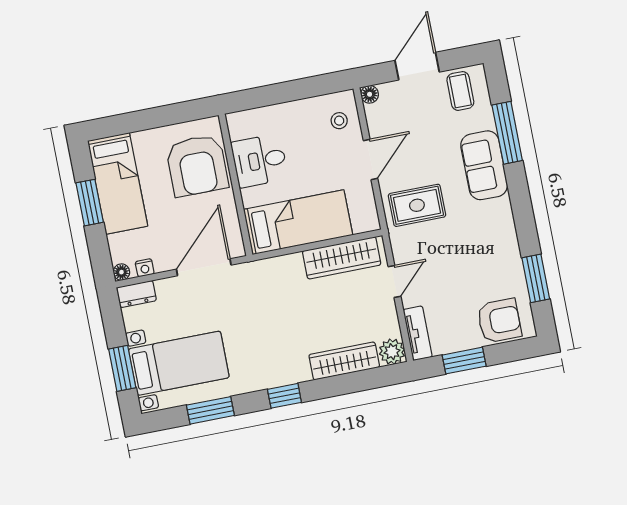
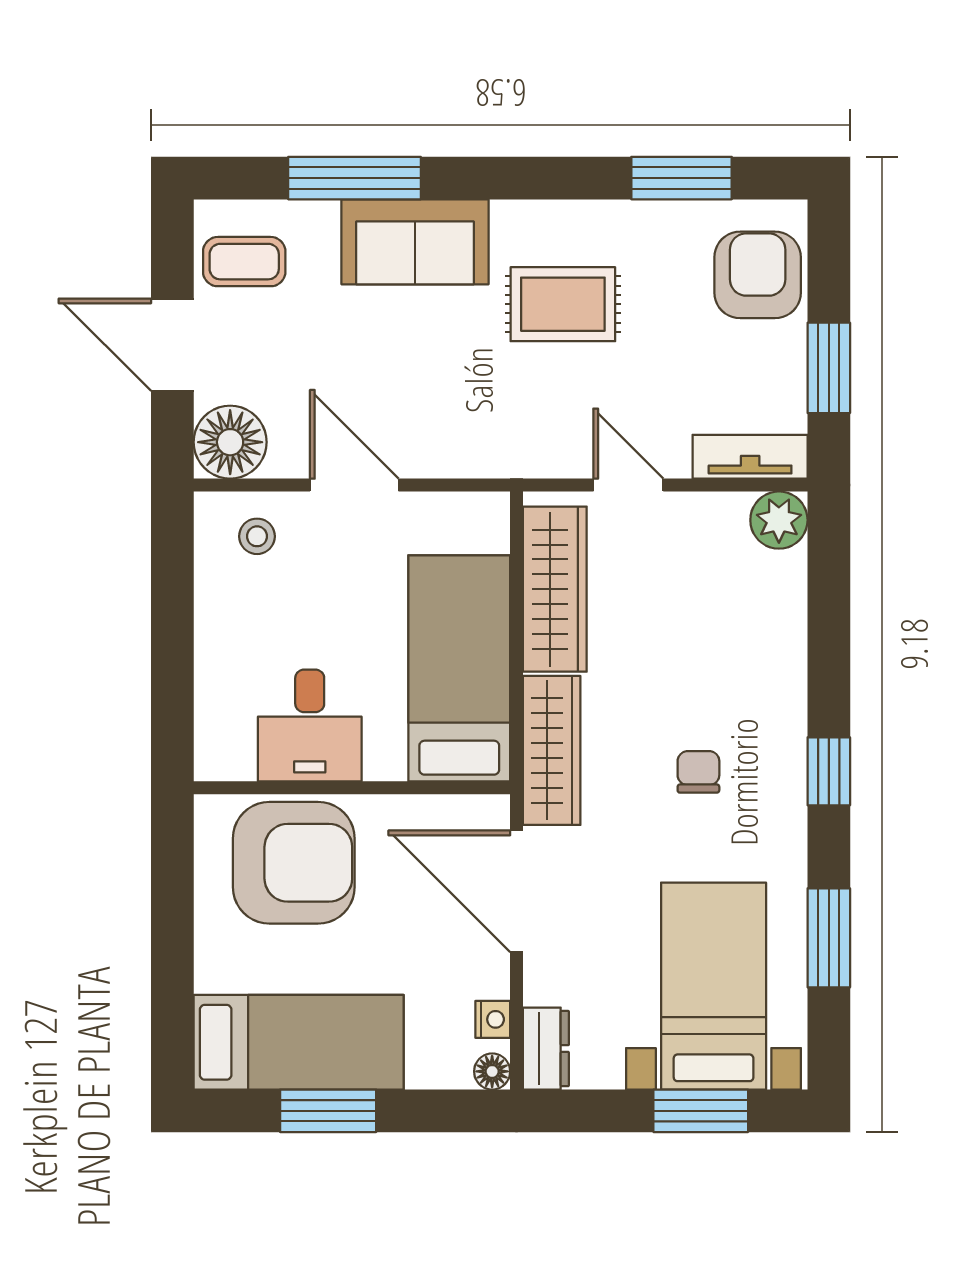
floor lamp: (370, 94) -> (230, 442), width x1.89, depth x1.89
rug: (417, 205) -> (563, 304), moved, turned 90
chair: (273, 338) -> (698, 772), added
wardrobe: (344, 361) -> (552, 750), moved, turned 180

